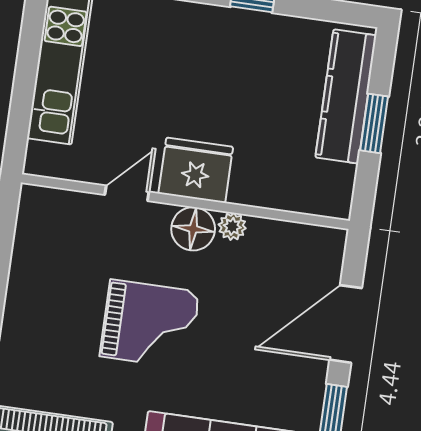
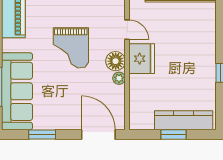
door: (346, 324) -> (98, 134), moved

